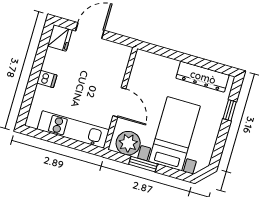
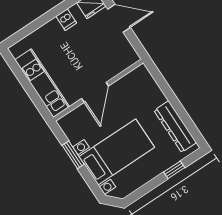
dishwasher: (47, 79) -> (66, 20), moved
plant: (128, 143) -> (75, 129), removed

